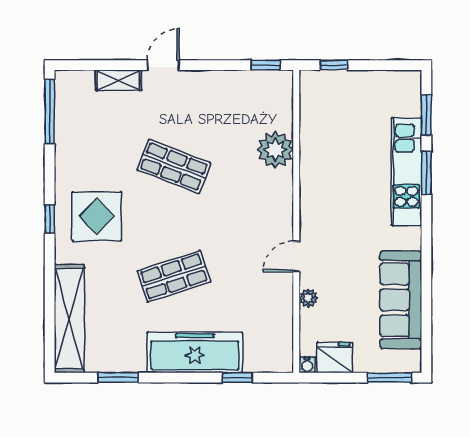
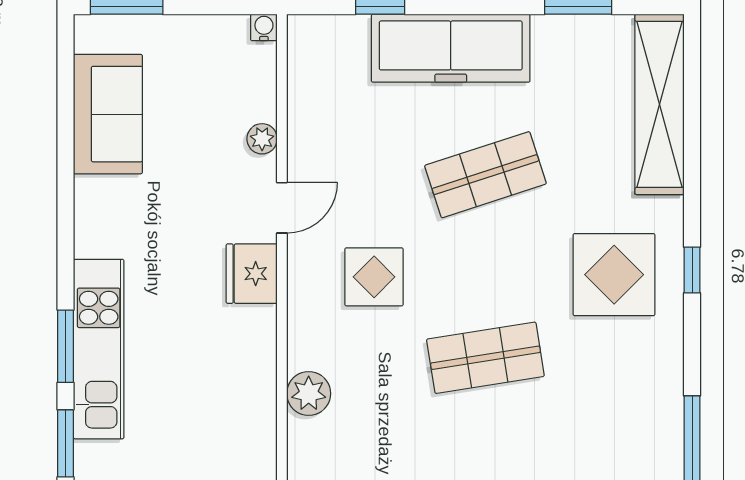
plant: (275, 150) -> (309, 394), width x0.73, depth x0.73
shop shelf: (174, 166) -> (485, 358), turned -30
display table: (241, 215) -> (374, 277), added
sofa: (401, 300) -> (108, 114), width x0.73
fridge: (335, 357) -> (252, 274), moved, turned 90

